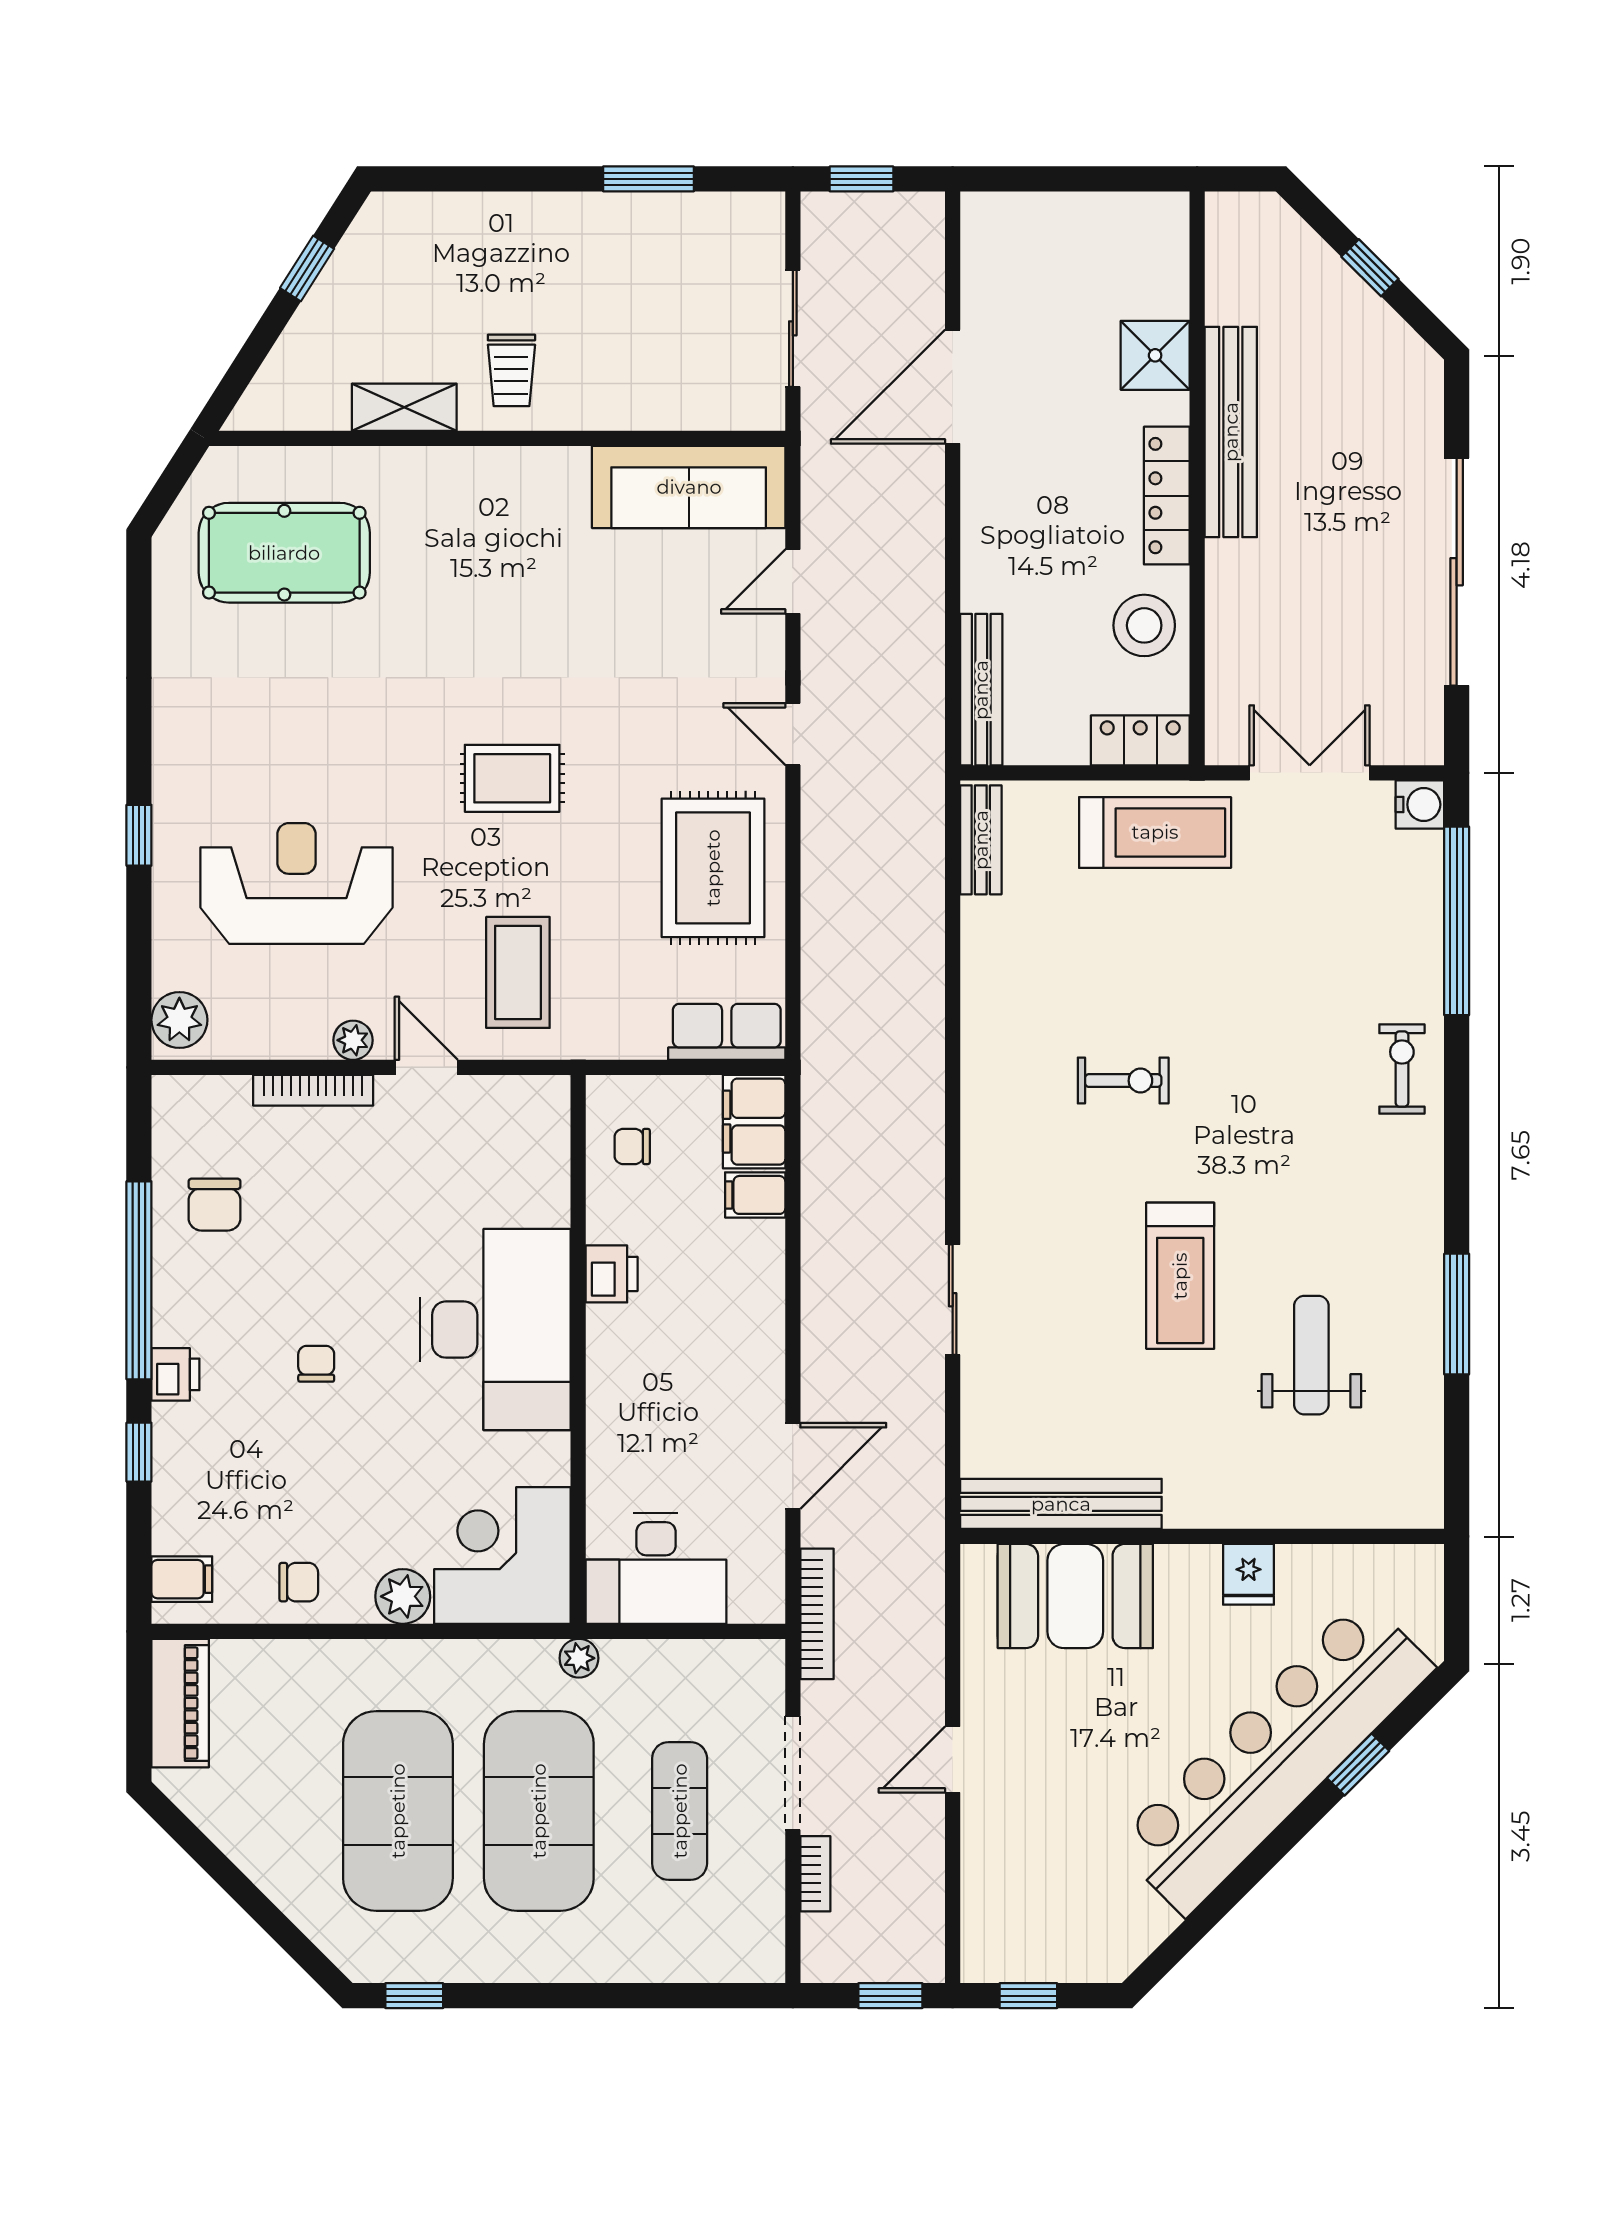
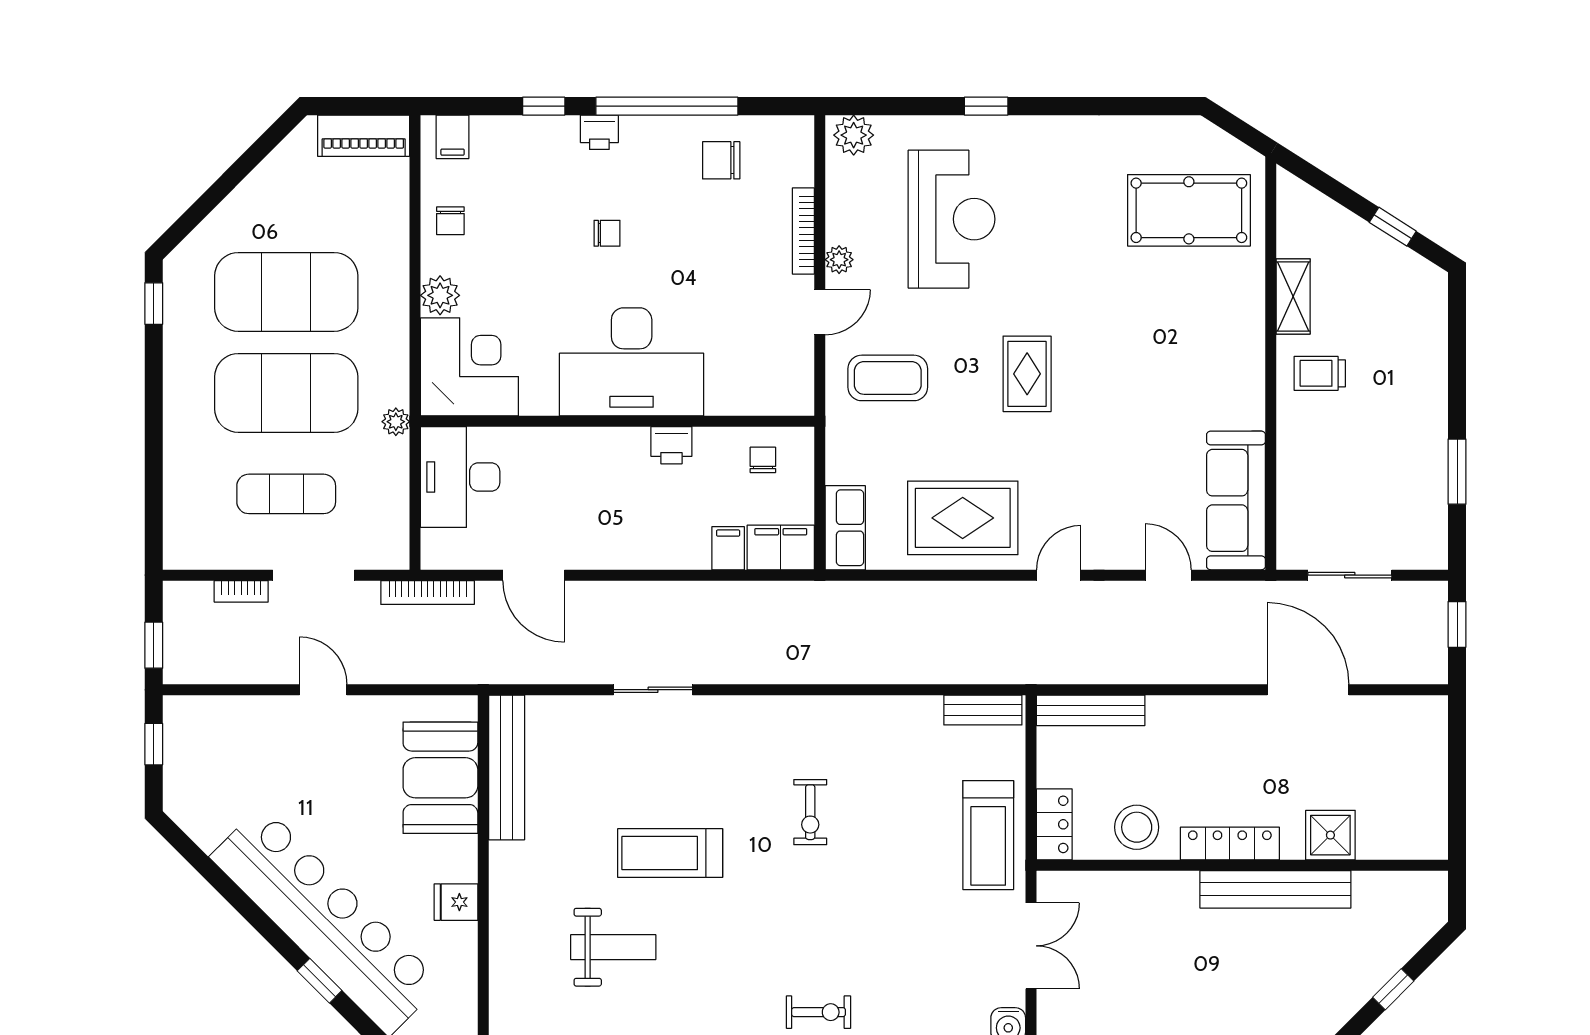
pool table: (284, 553) -> (1189, 210), turned 90

